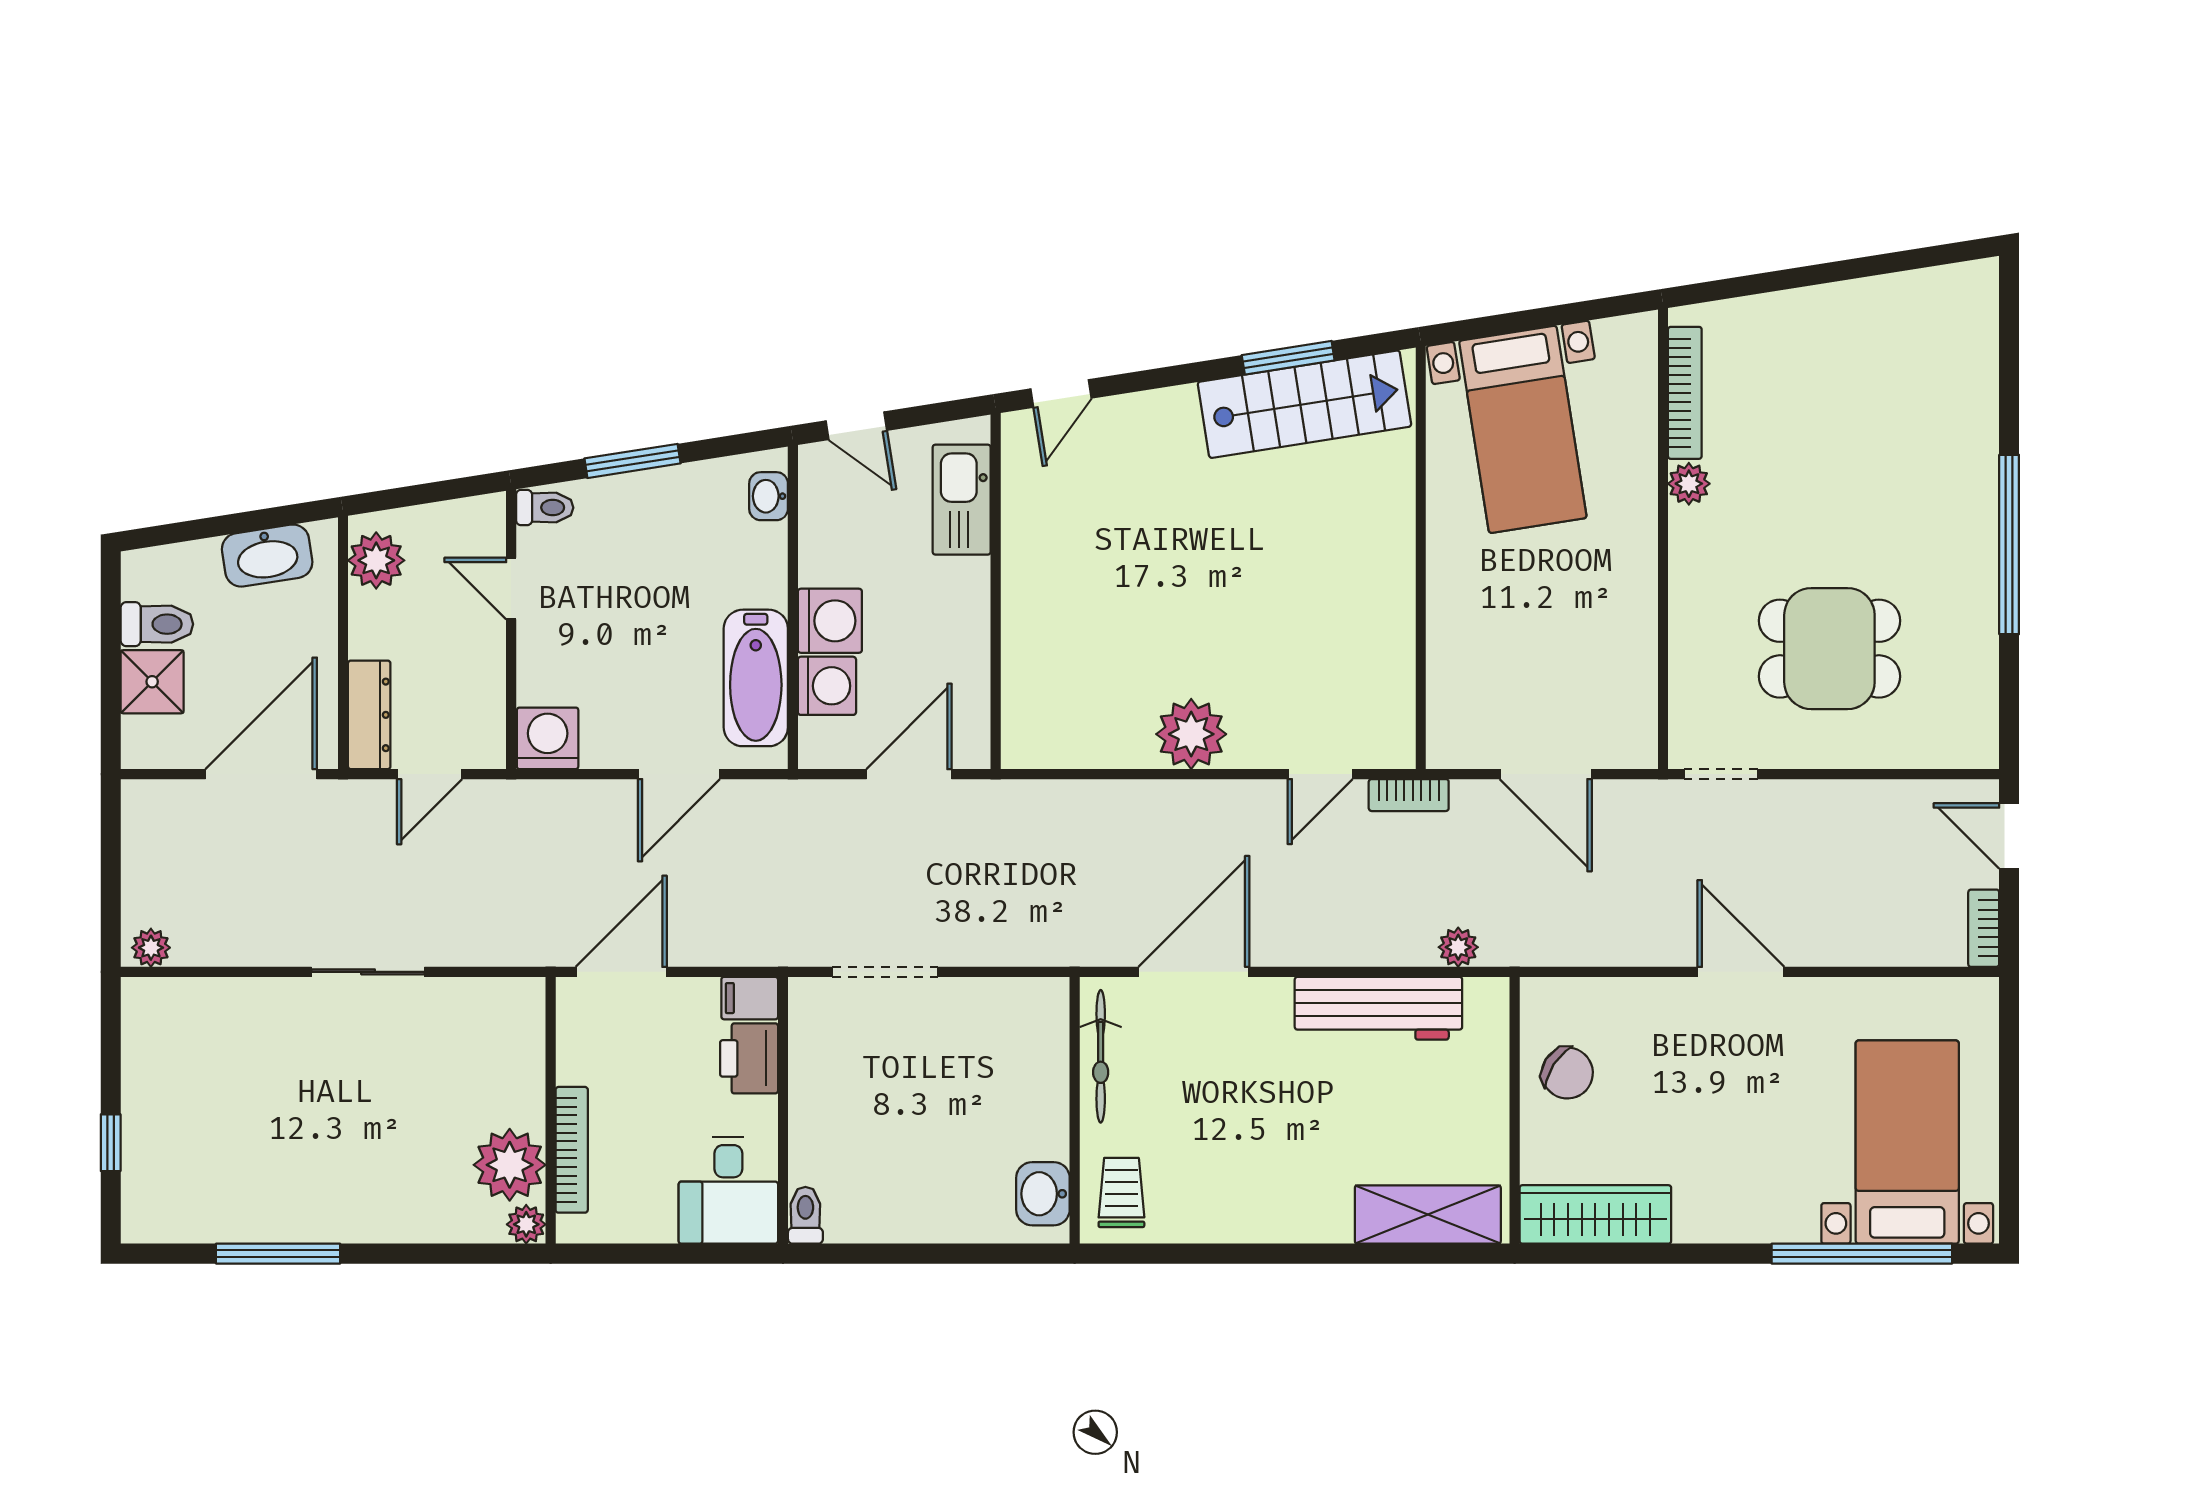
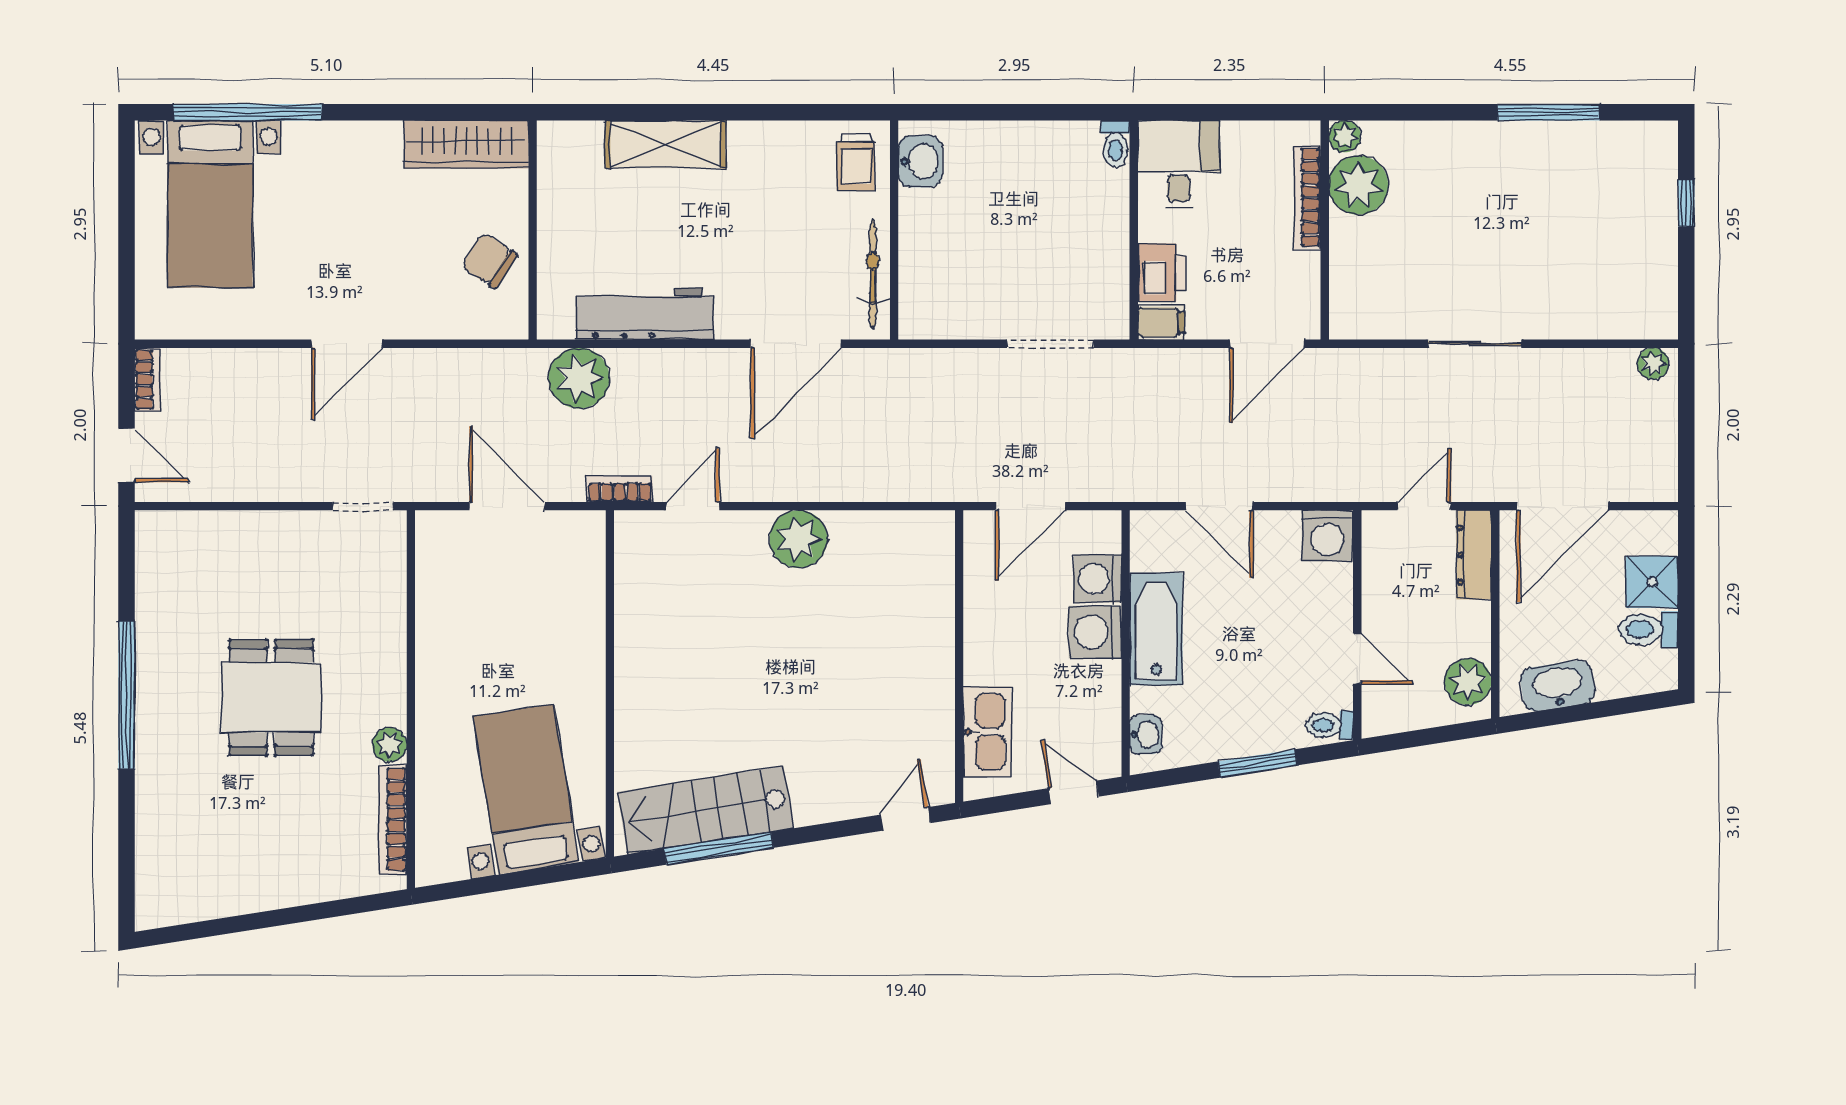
window: (1288, 358) -> (719, 848), width x1.44
dining table: (1829, 649) -> (271, 697), moved, turned 90
bathtub: (756, 678) -> (1156, 629), moved
door: (679, 774) -> (1219, 506), swing flipped
plant: (1458, 947) -> (579, 378), width x1.87, depth x1.87
door: (1741, 972) -> (347, 344), hinge flipped
shelving: (1428, 1215) -> (665, 144), moved

